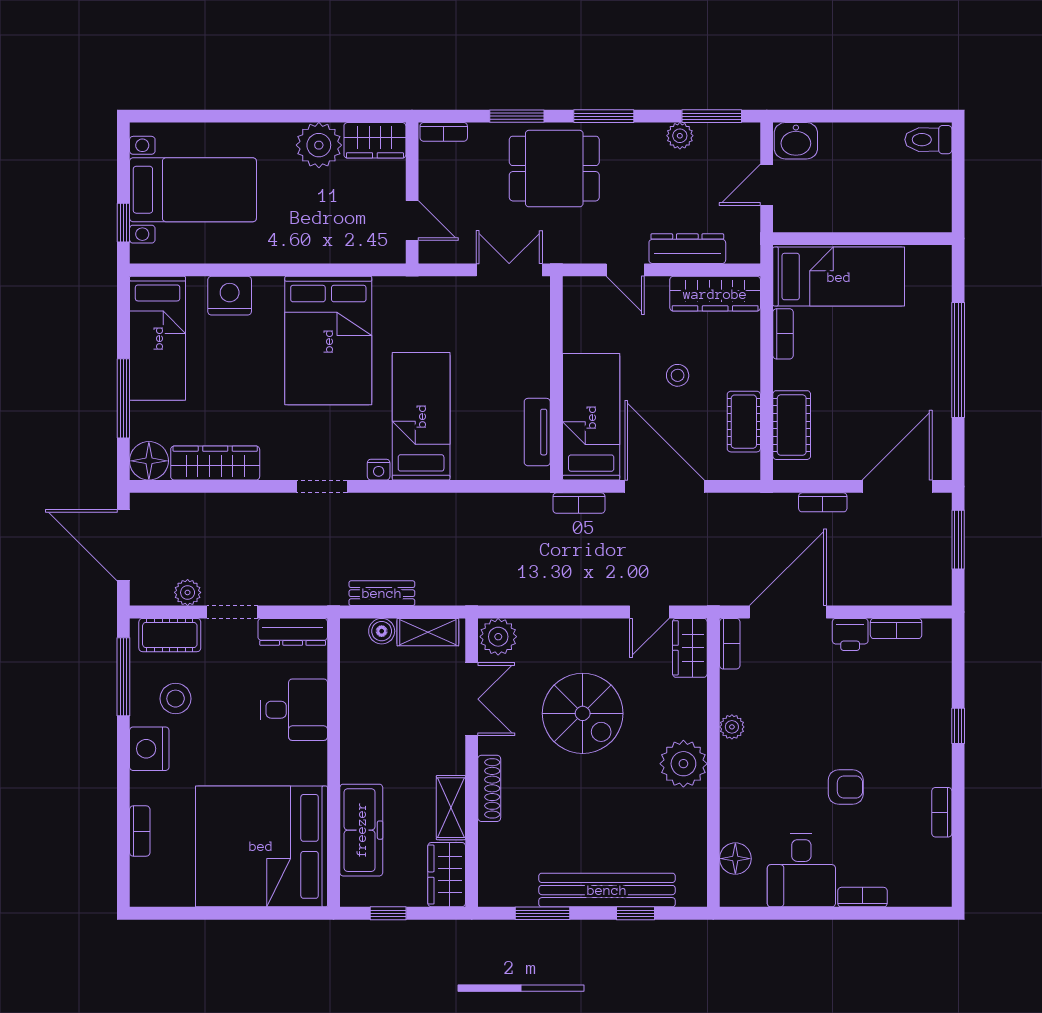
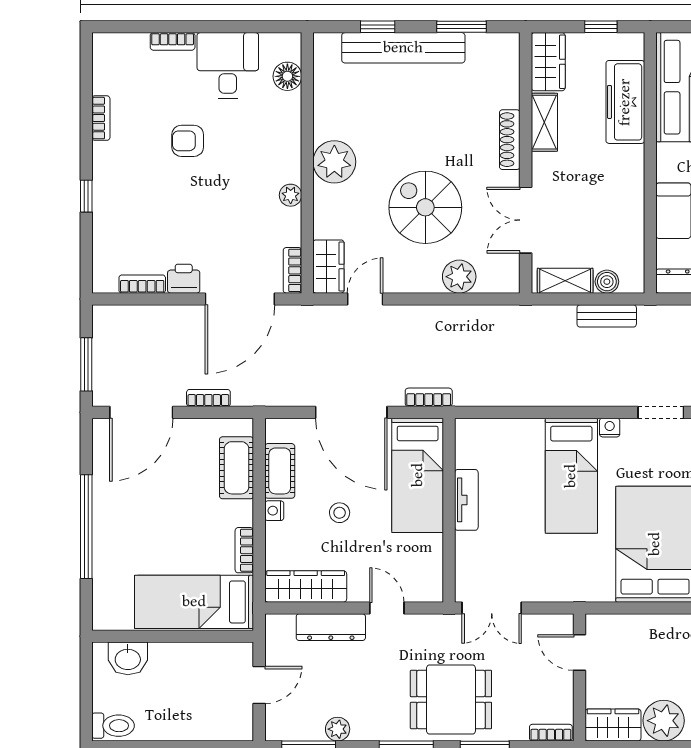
washbasin: (796, 141) -> (128, 658), moved, turned 180
nightstand: (750, 378) -> (274, 511), added
tv unit: (537, 432) -> (466, 500), moved
plant: (498, 637) -> (459, 277), moved

